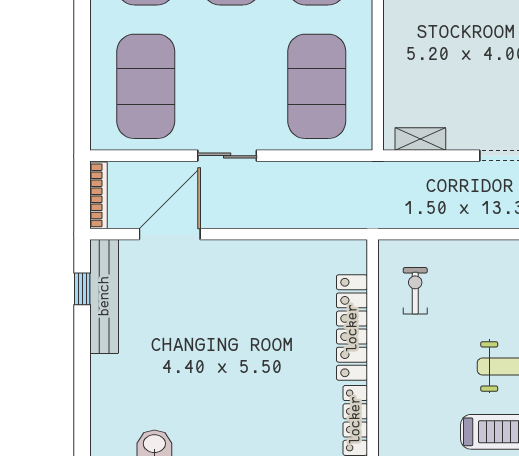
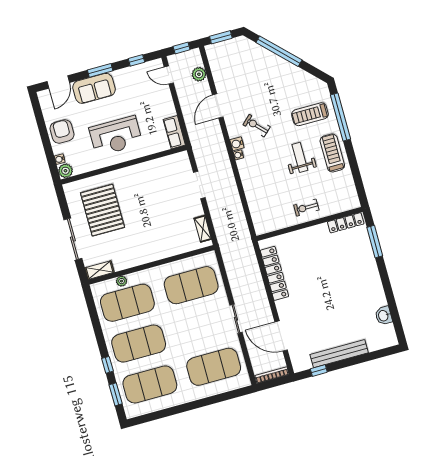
exercise bike: (415, 291) -> (306, 208), moved
bench: (104, 296) -> (339, 354), moved
locker: (352, 328) -> (274, 273), moved, turned -90

